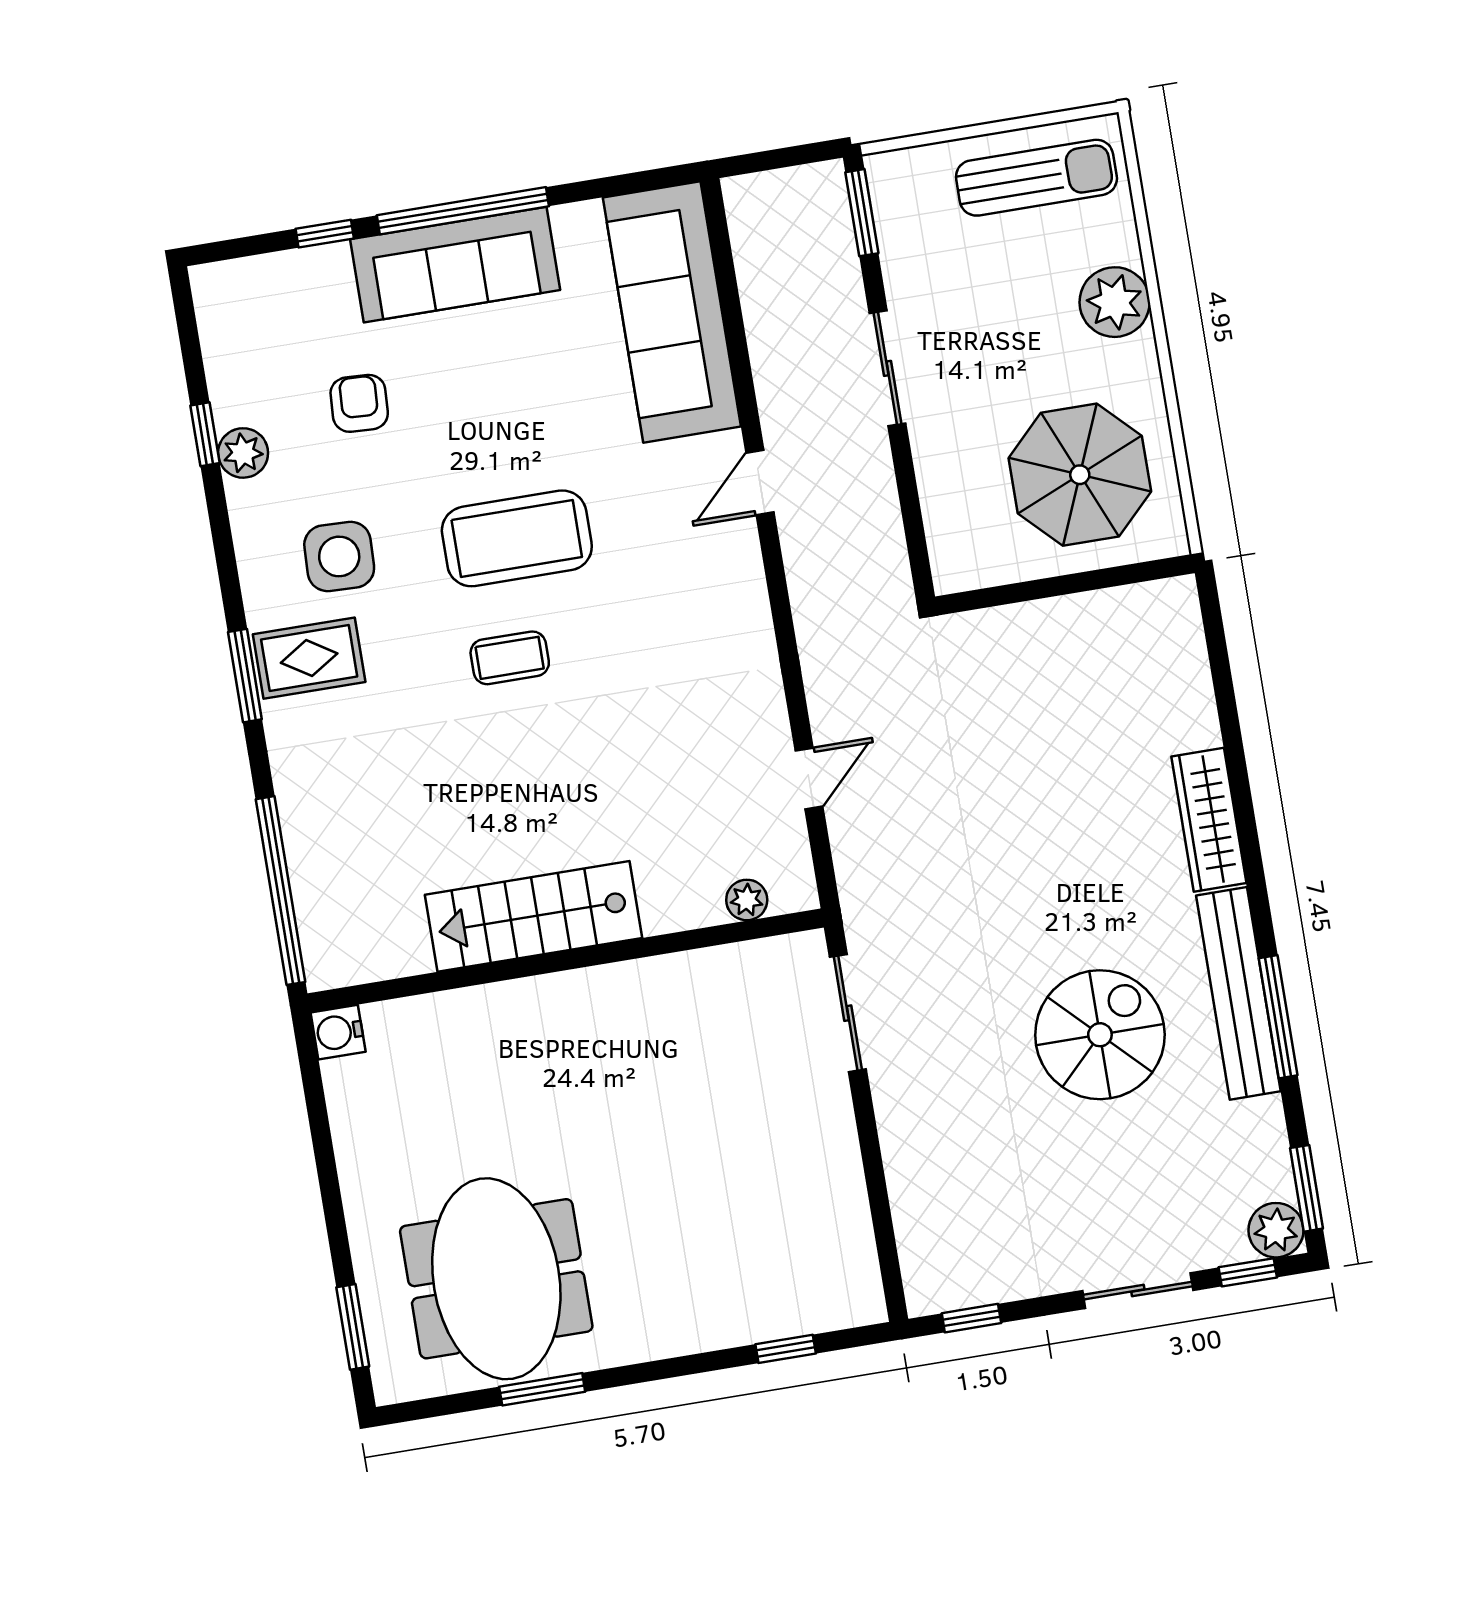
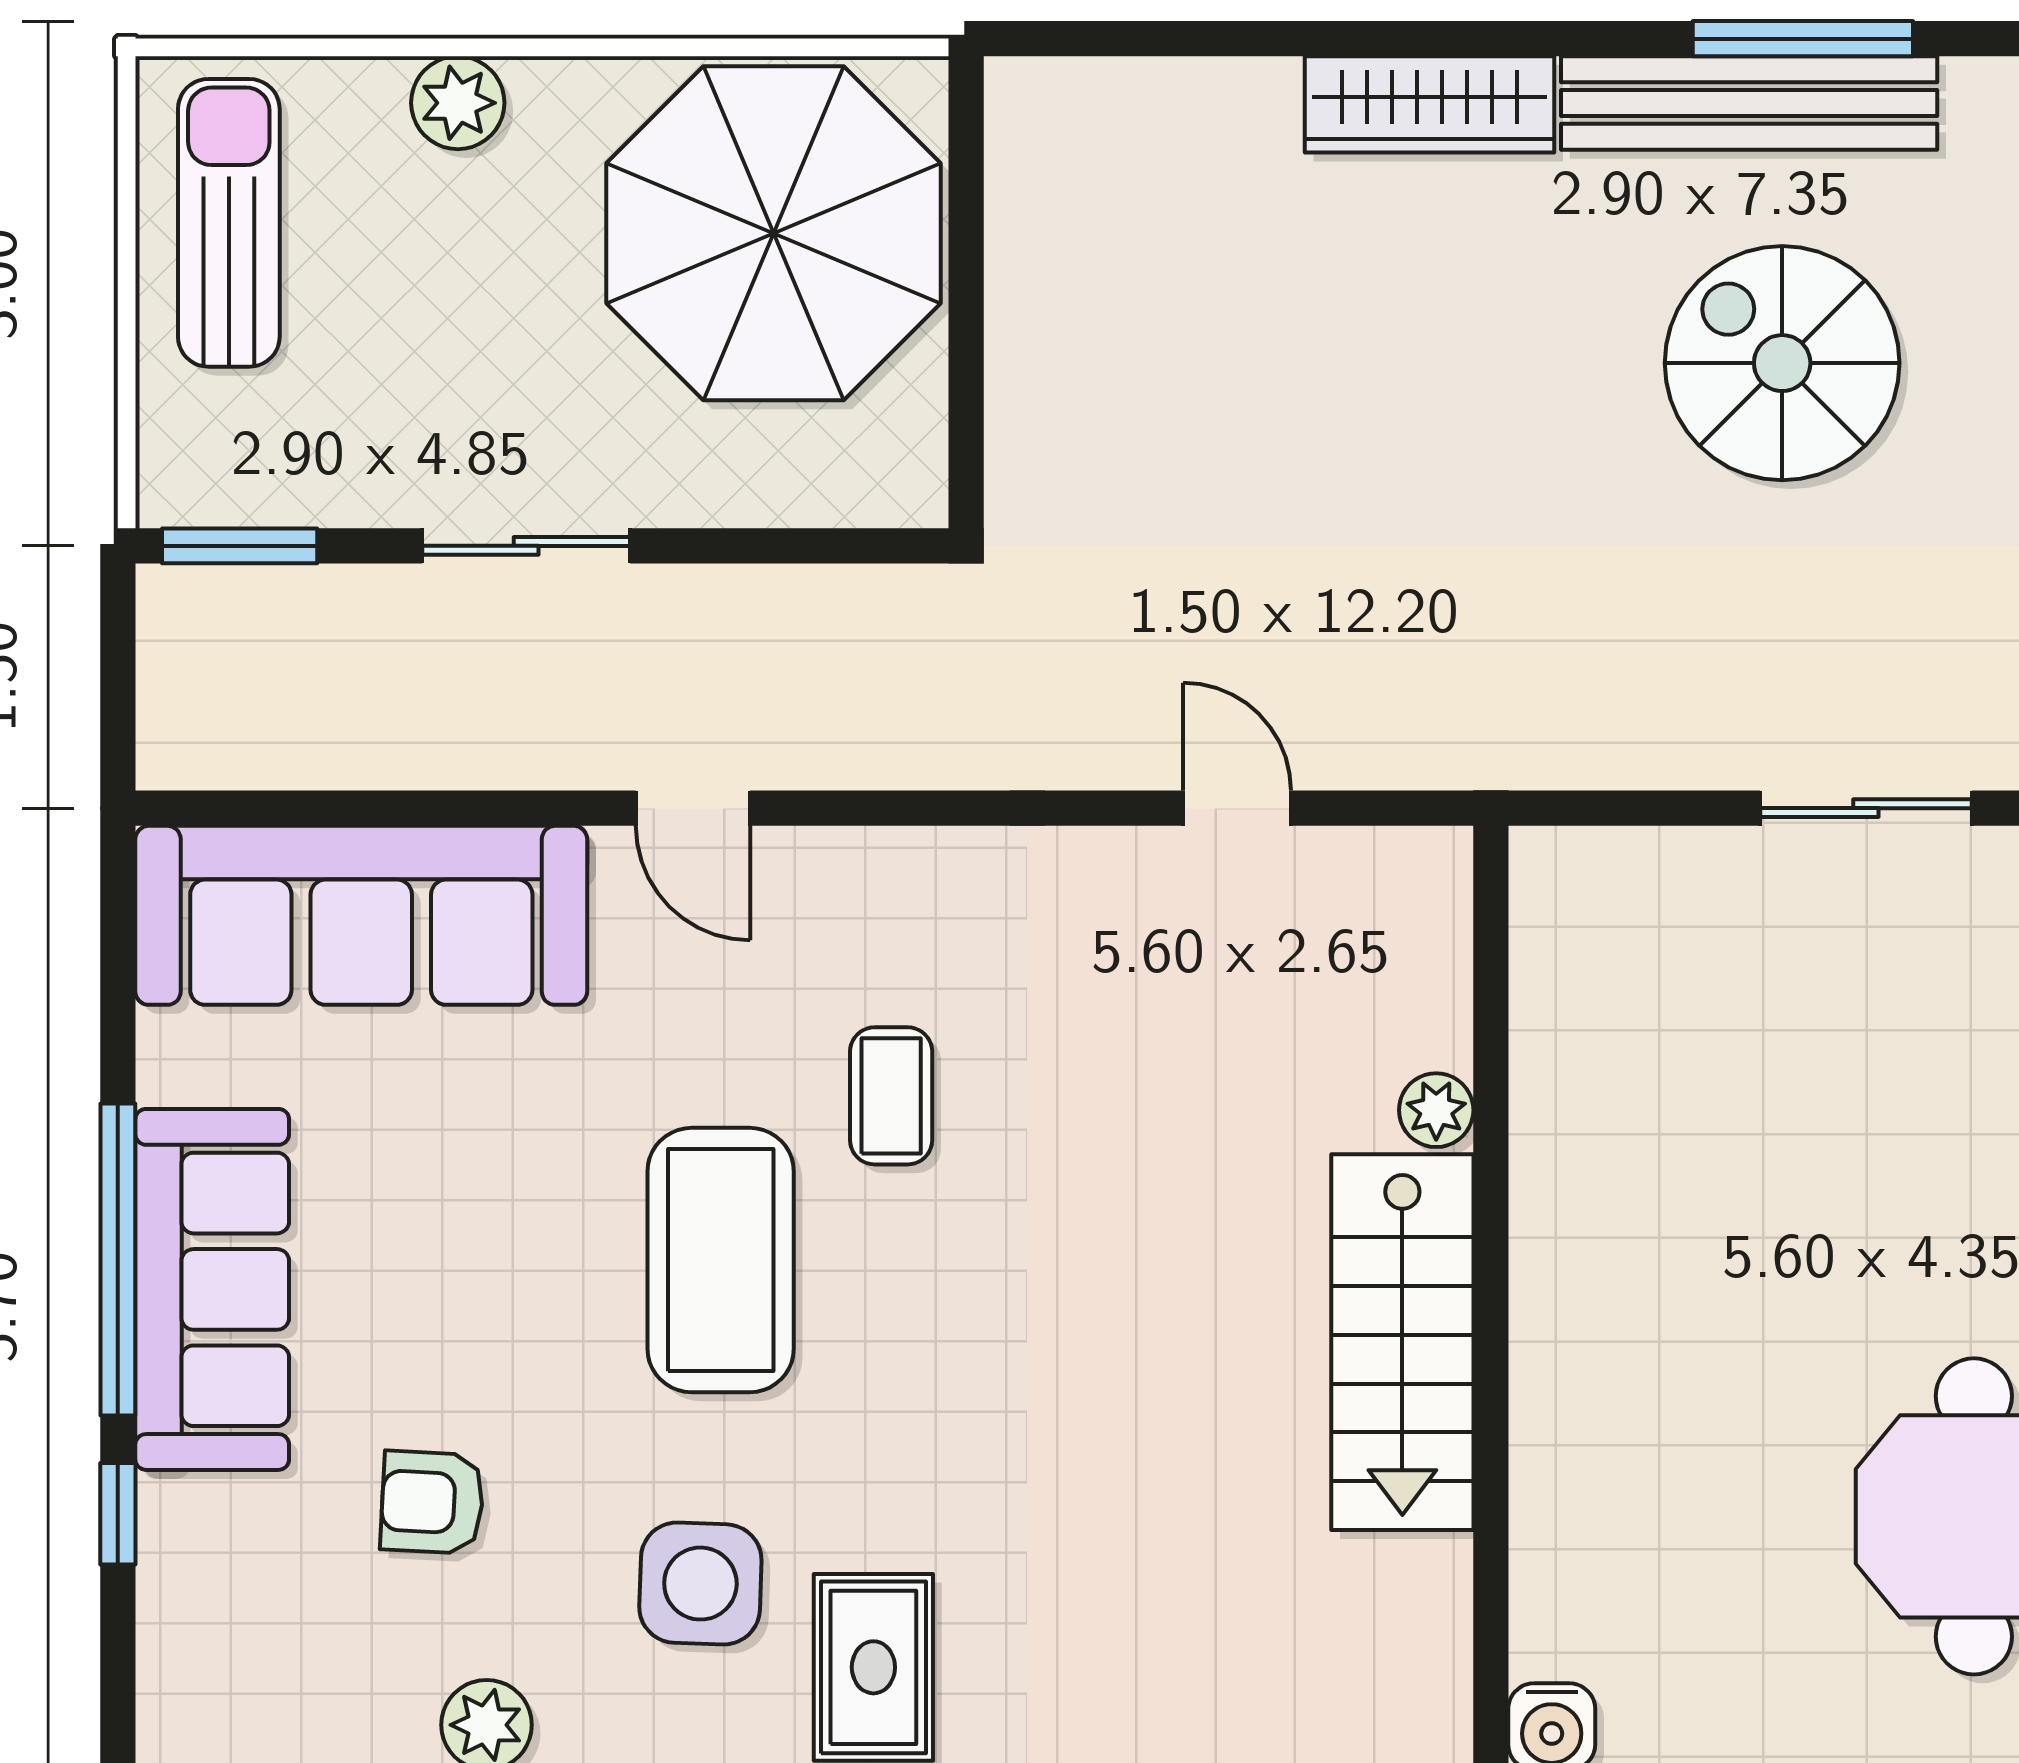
plant: (1115, 302) -> (458, 103), width x0.73, depth x0.73
parasol: (1080, 475) -> (773, 233), width x1.36, depth x1.36
coffee table: (510, 658) -> (891, 1096), moved
plant: (747, 900) -> (1436, 1110), moved
sliding door: (848, 1013) -> (1866, 808), moved

